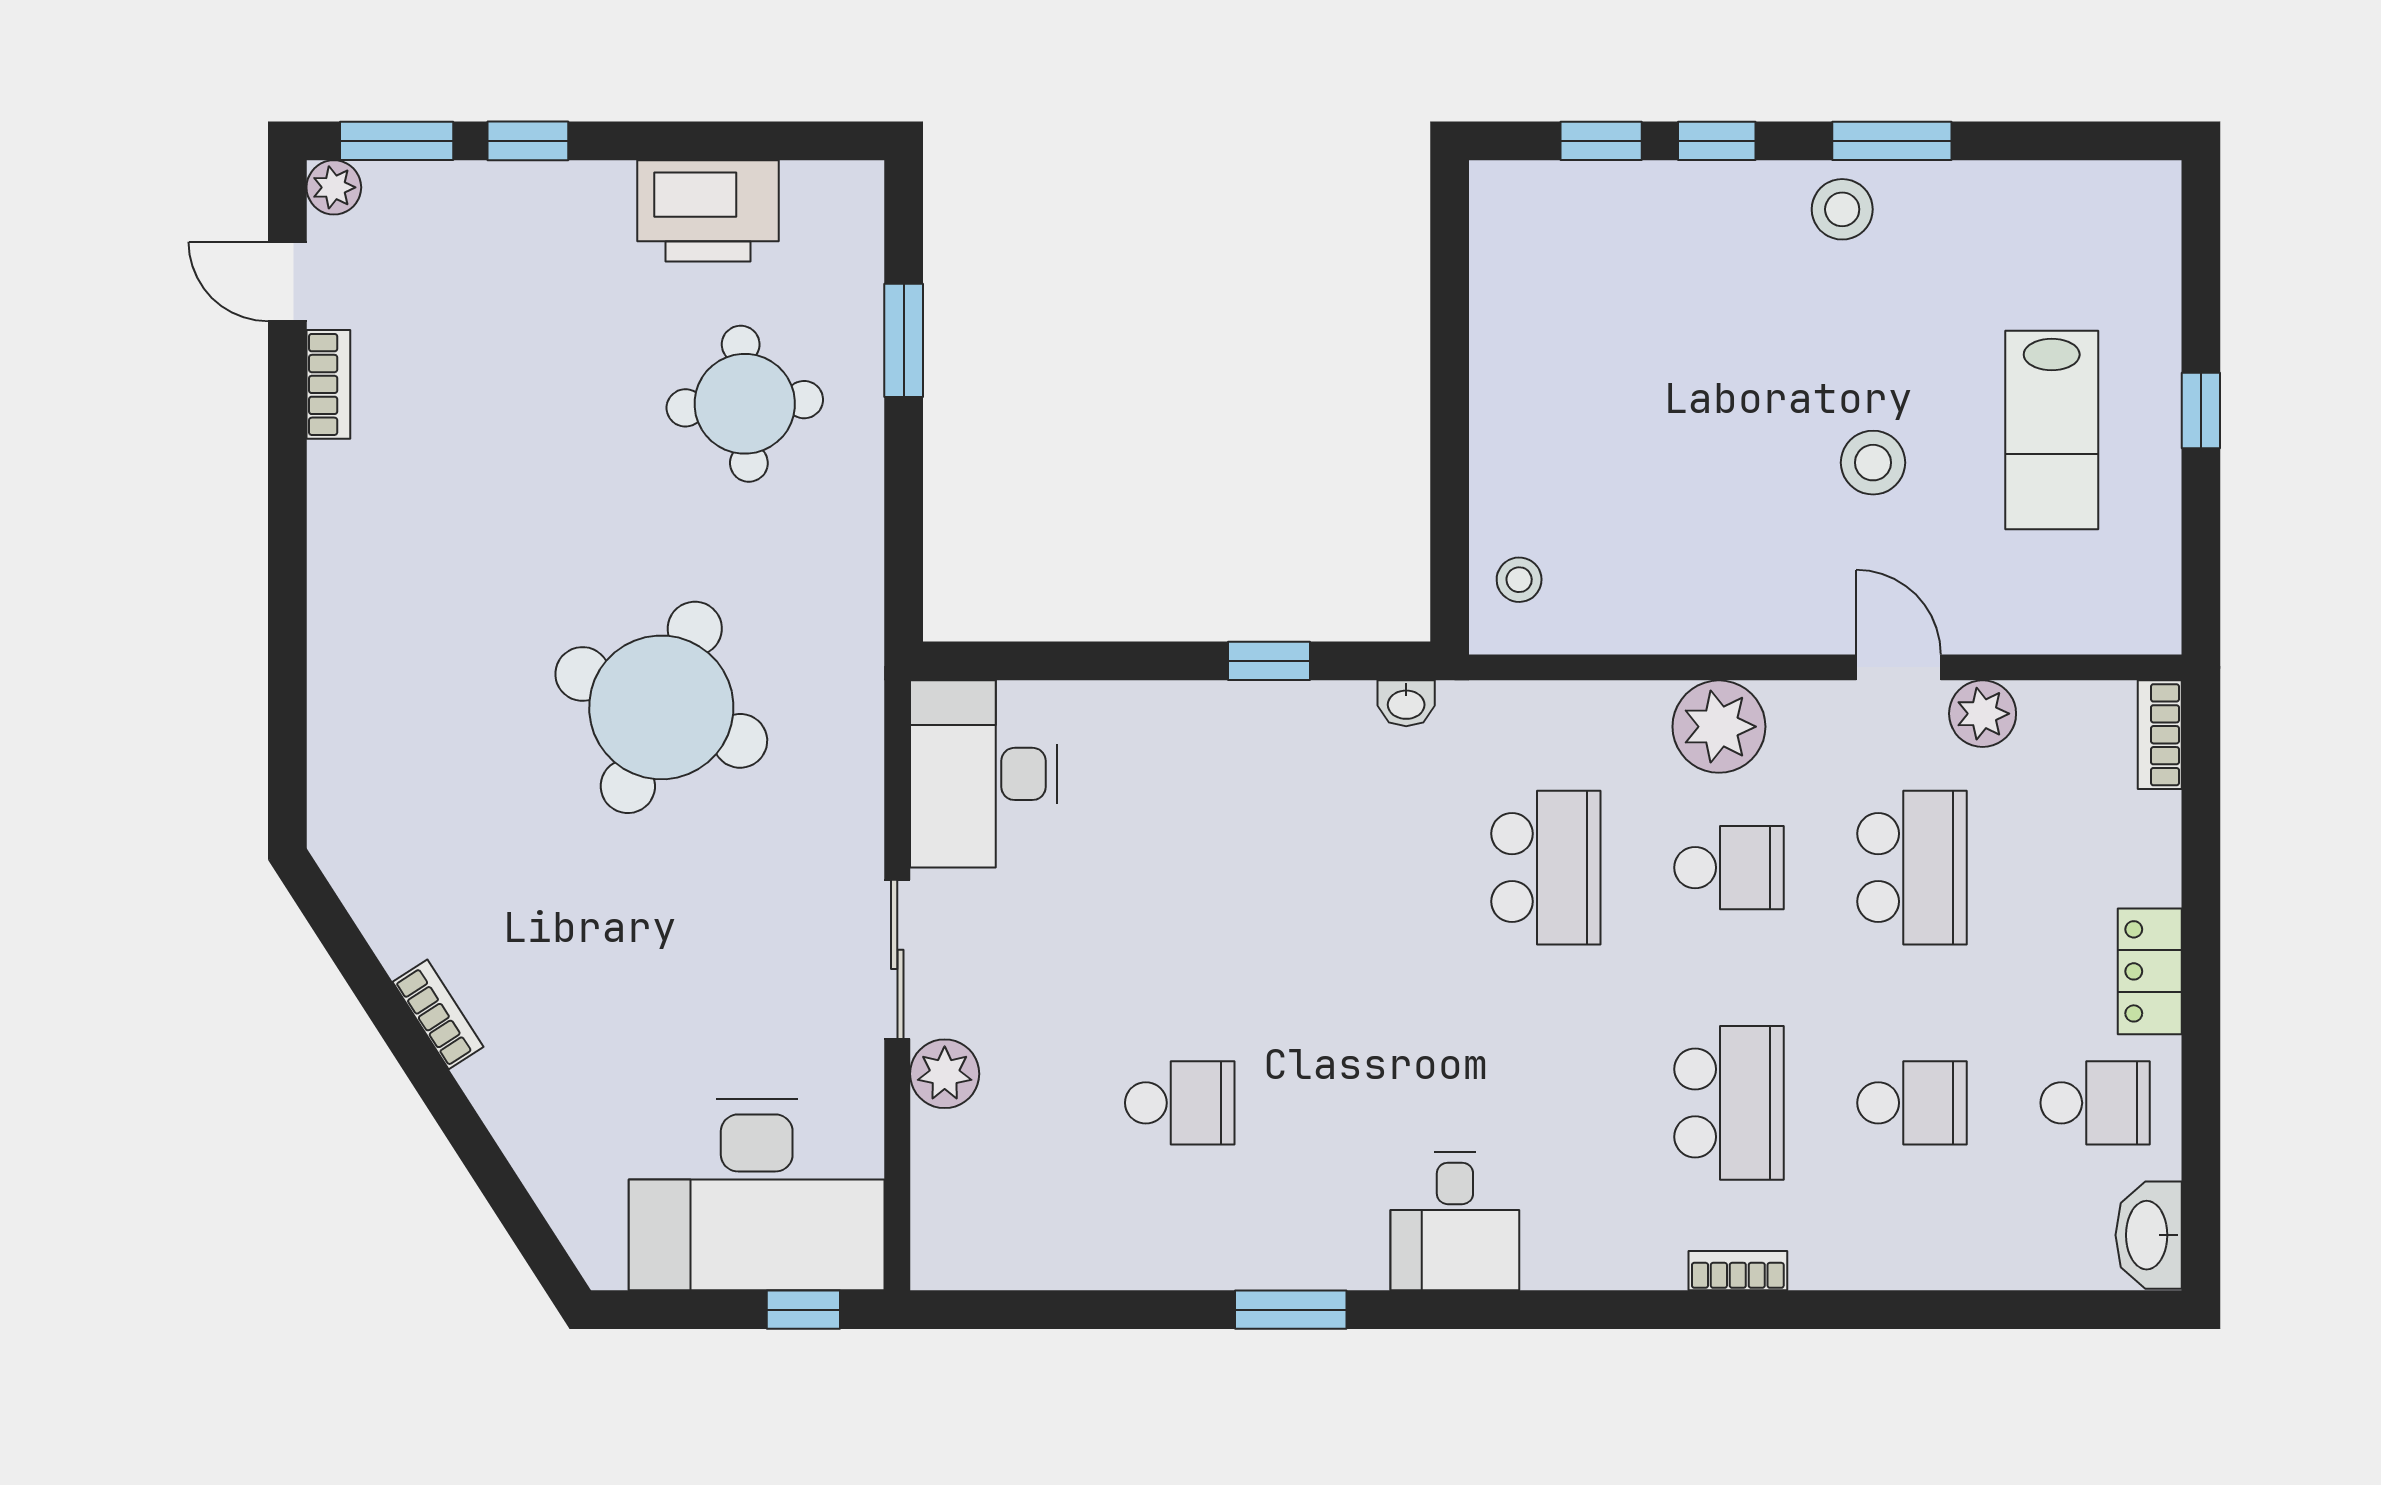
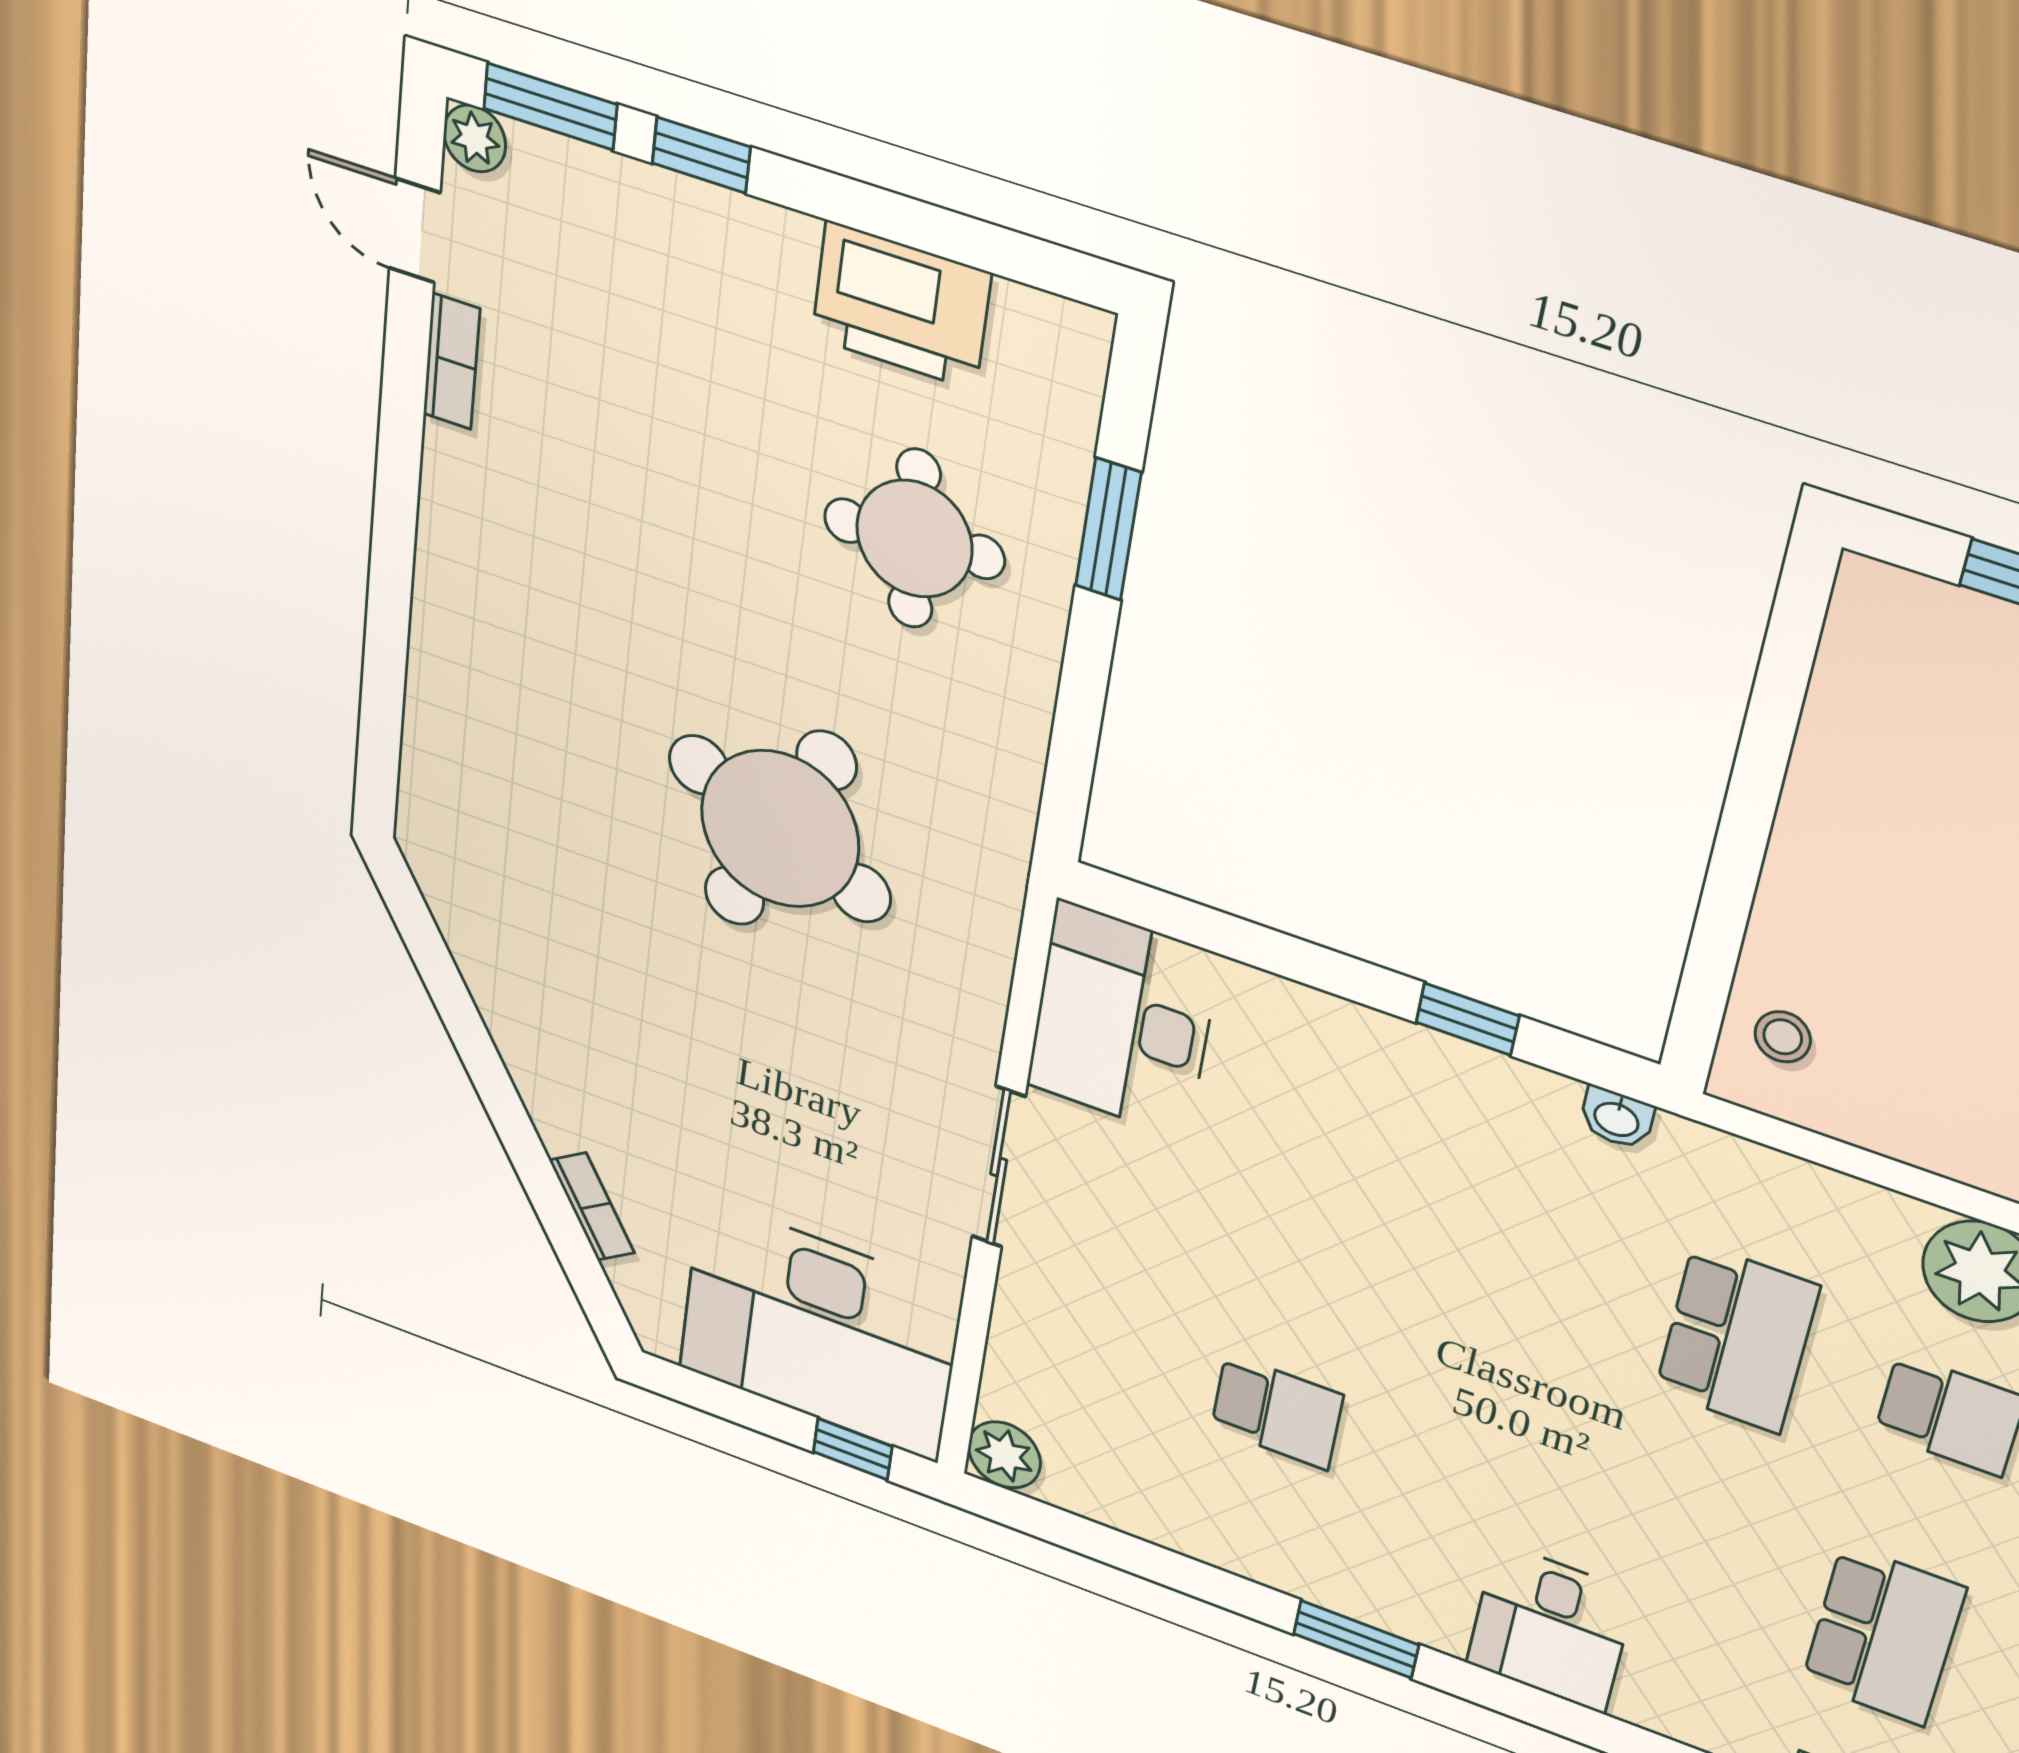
bookcase: (438, 1014) -> (592, 1207), moved
plant: (945, 1074) -> (1004, 1455), moved

